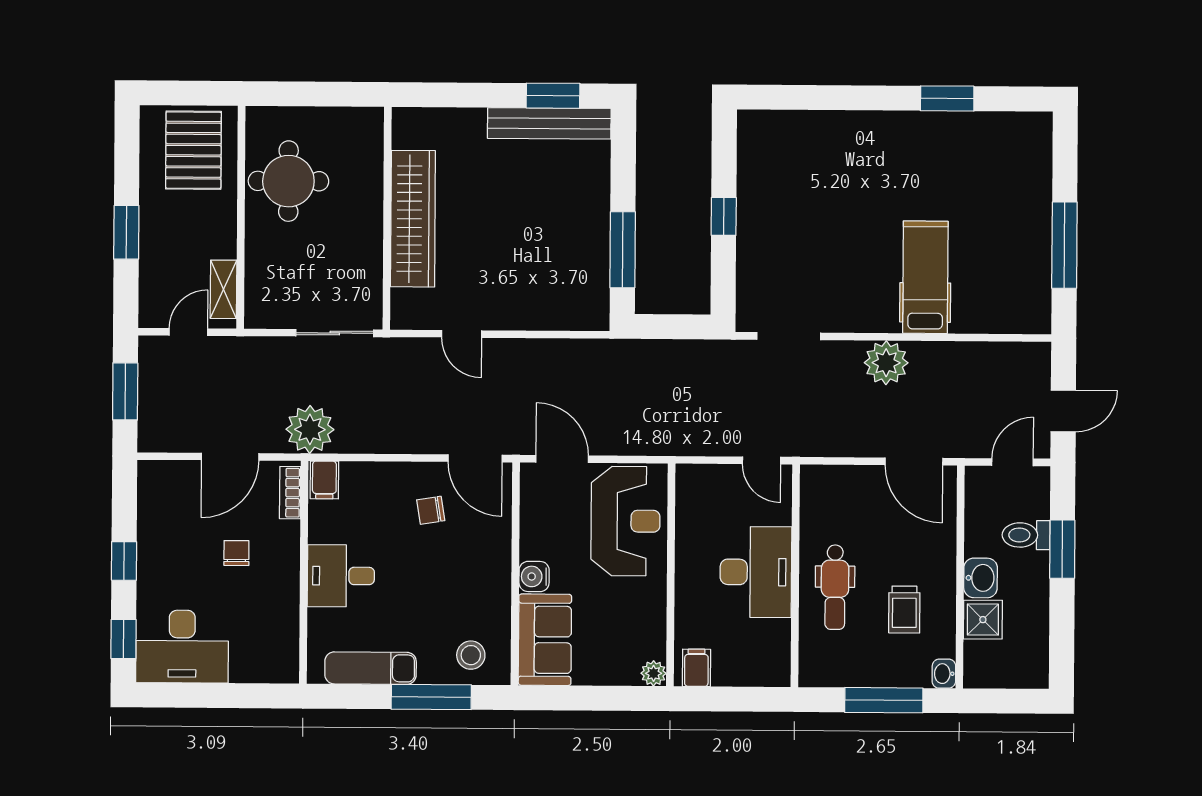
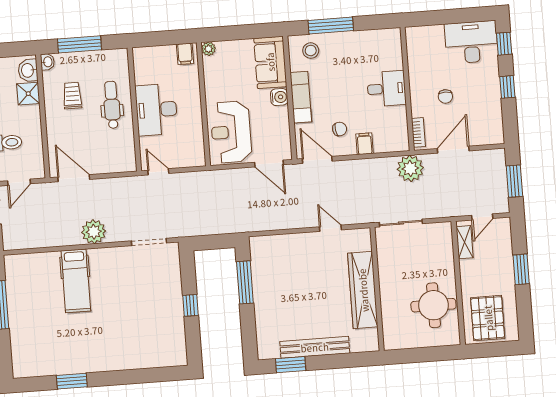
bench: (549, 123) -> (315, 347), moved
filing cabinet: (324, 480) -> (365, 144), moved
washbasin: (981, 578) -> (28, 70), moved
exam couch: (371, 668) -> (301, 97), moved, turned -90

